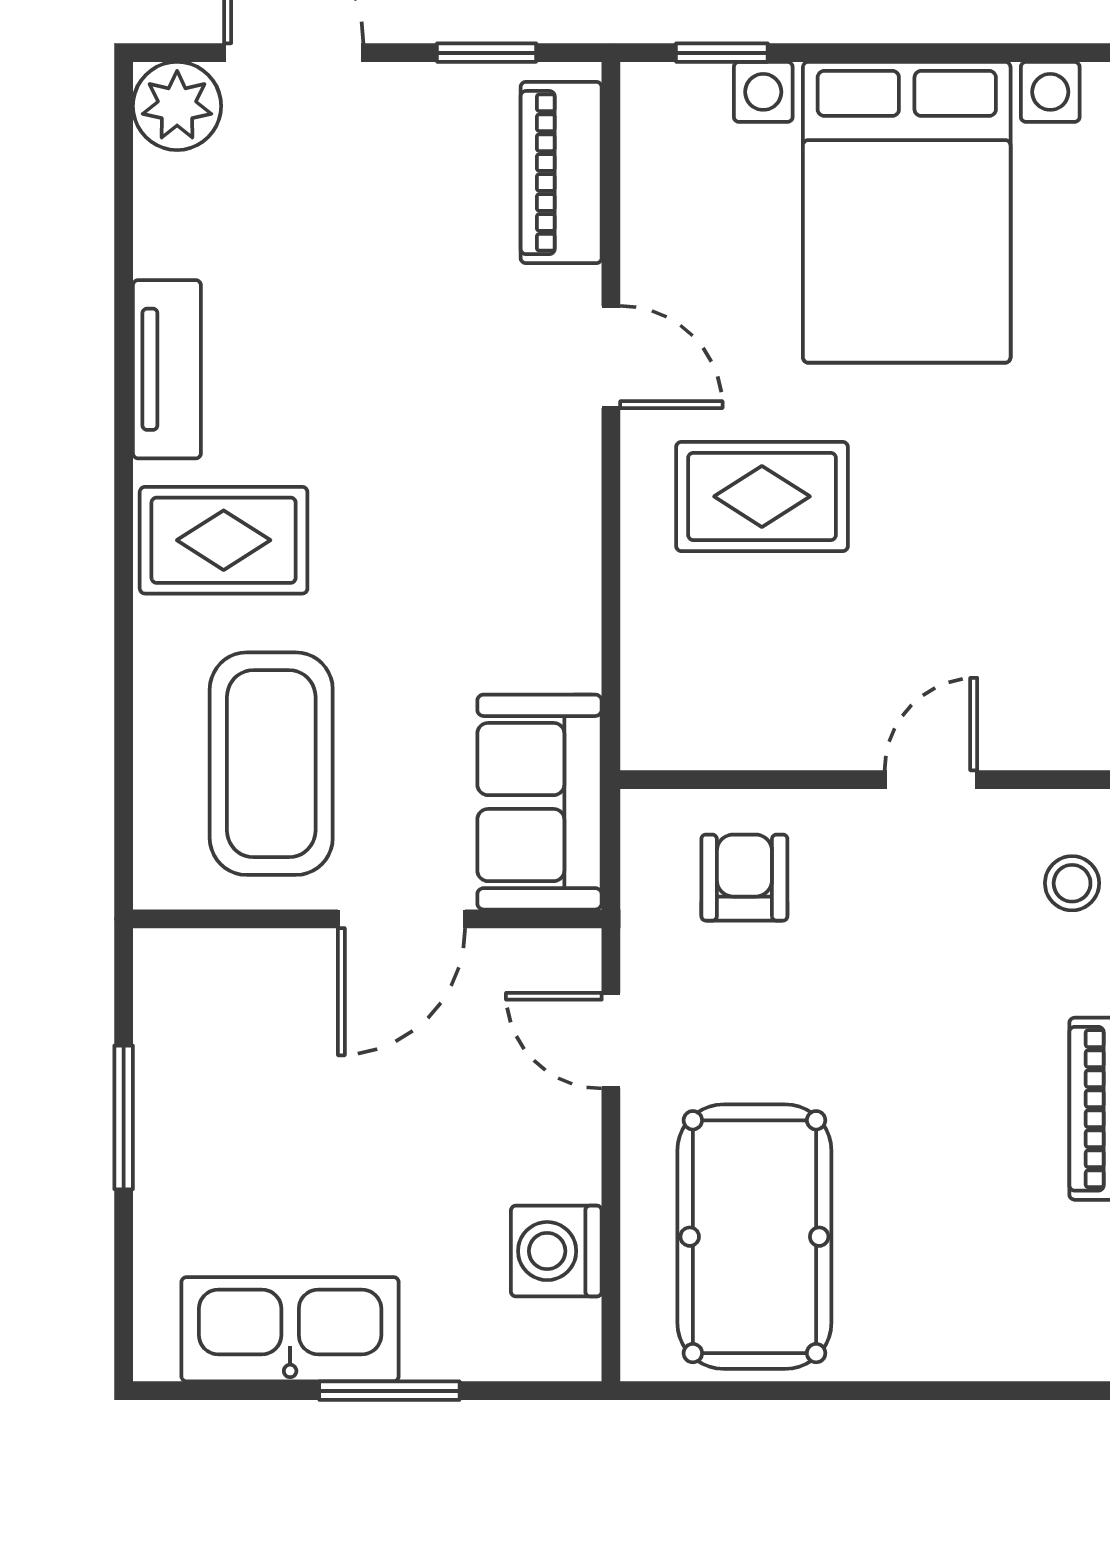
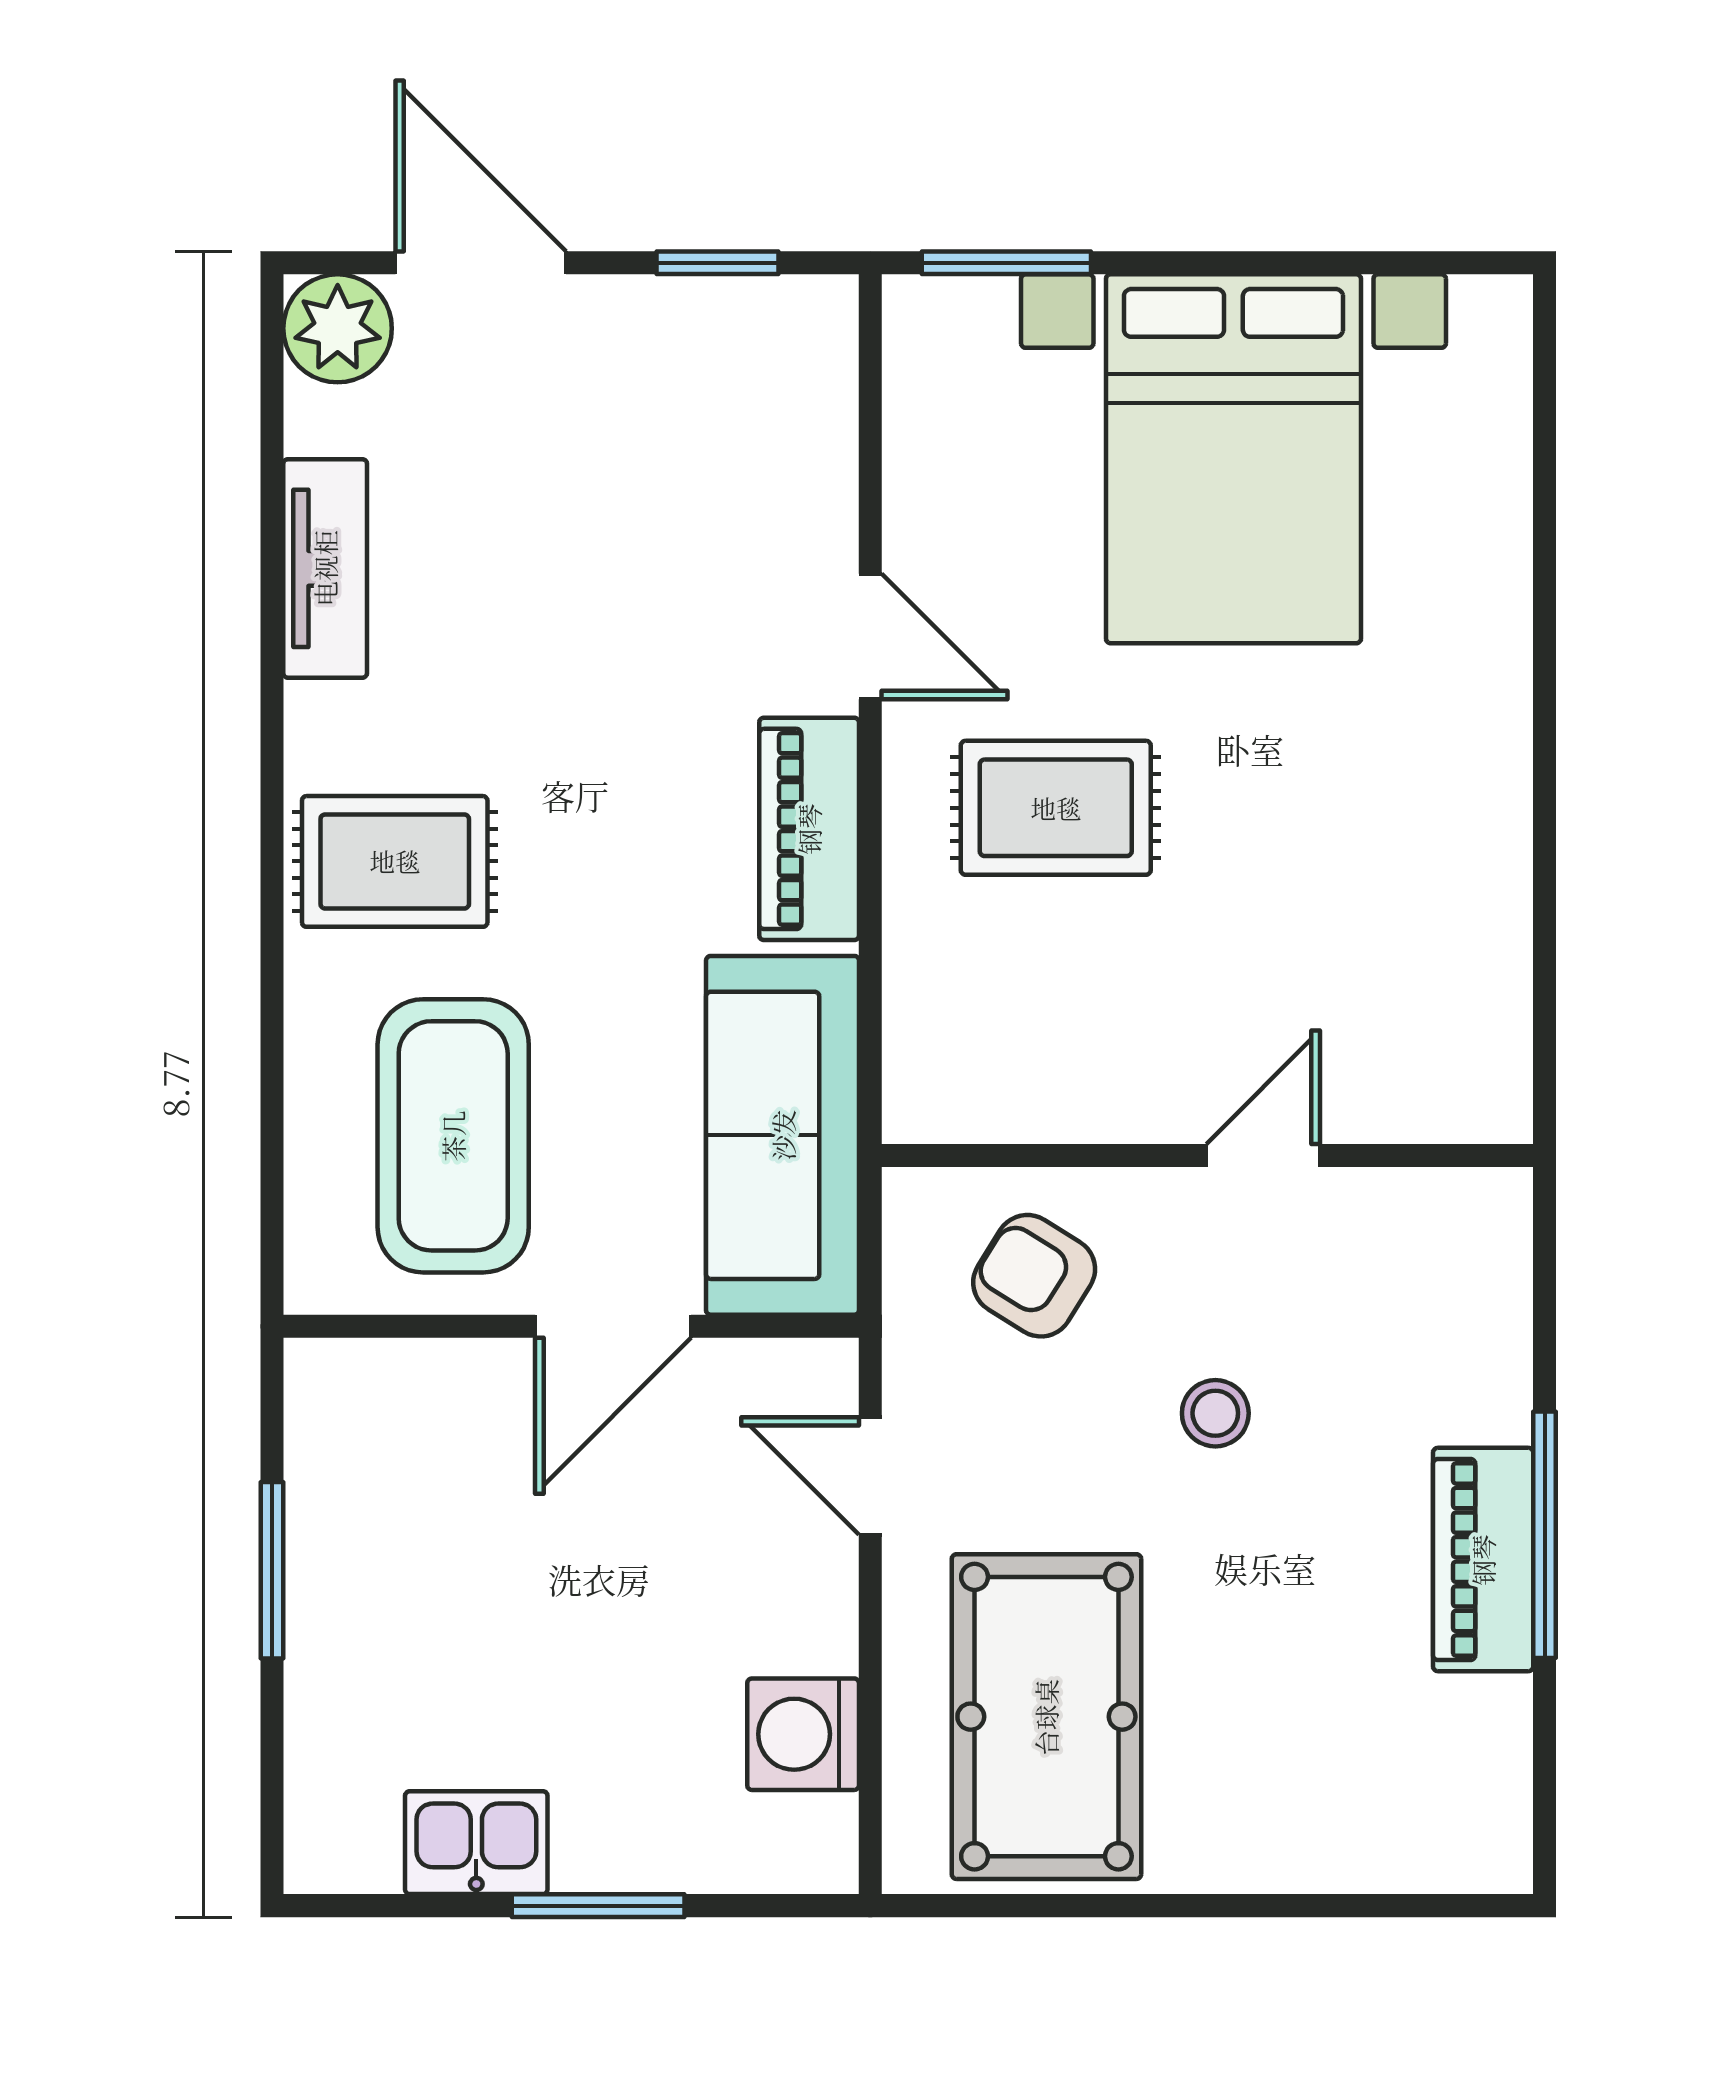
window: (722, 53) -> (1006, 263), width x1.50
piano: (561, 173) -> (809, 829), moved
tv unit: (167, 369) -> (325, 568), moved
sofa: (539, 802) -> (783, 1135), width x1.36
armchair: (744, 878) -> (1034, 1276), turned -58
stool: (1072, 883) -> (1215, 1413), moved
kitchen sink: (290, 1329) -> (476, 1843), width x0.53, depth x0.81

